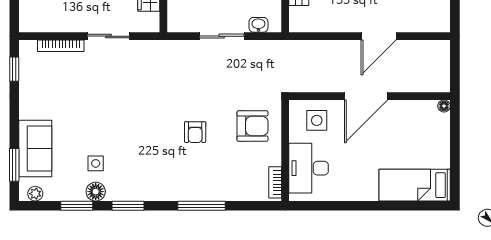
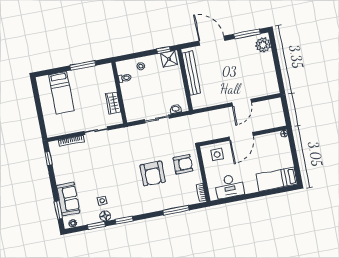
armchair: (195, 132) -> (153, 173), width x1.88, depth x1.88
desk: (309, 168) -> (230, 186), moved, turned -90
window: (202, 206) -> (176, 210), moved

